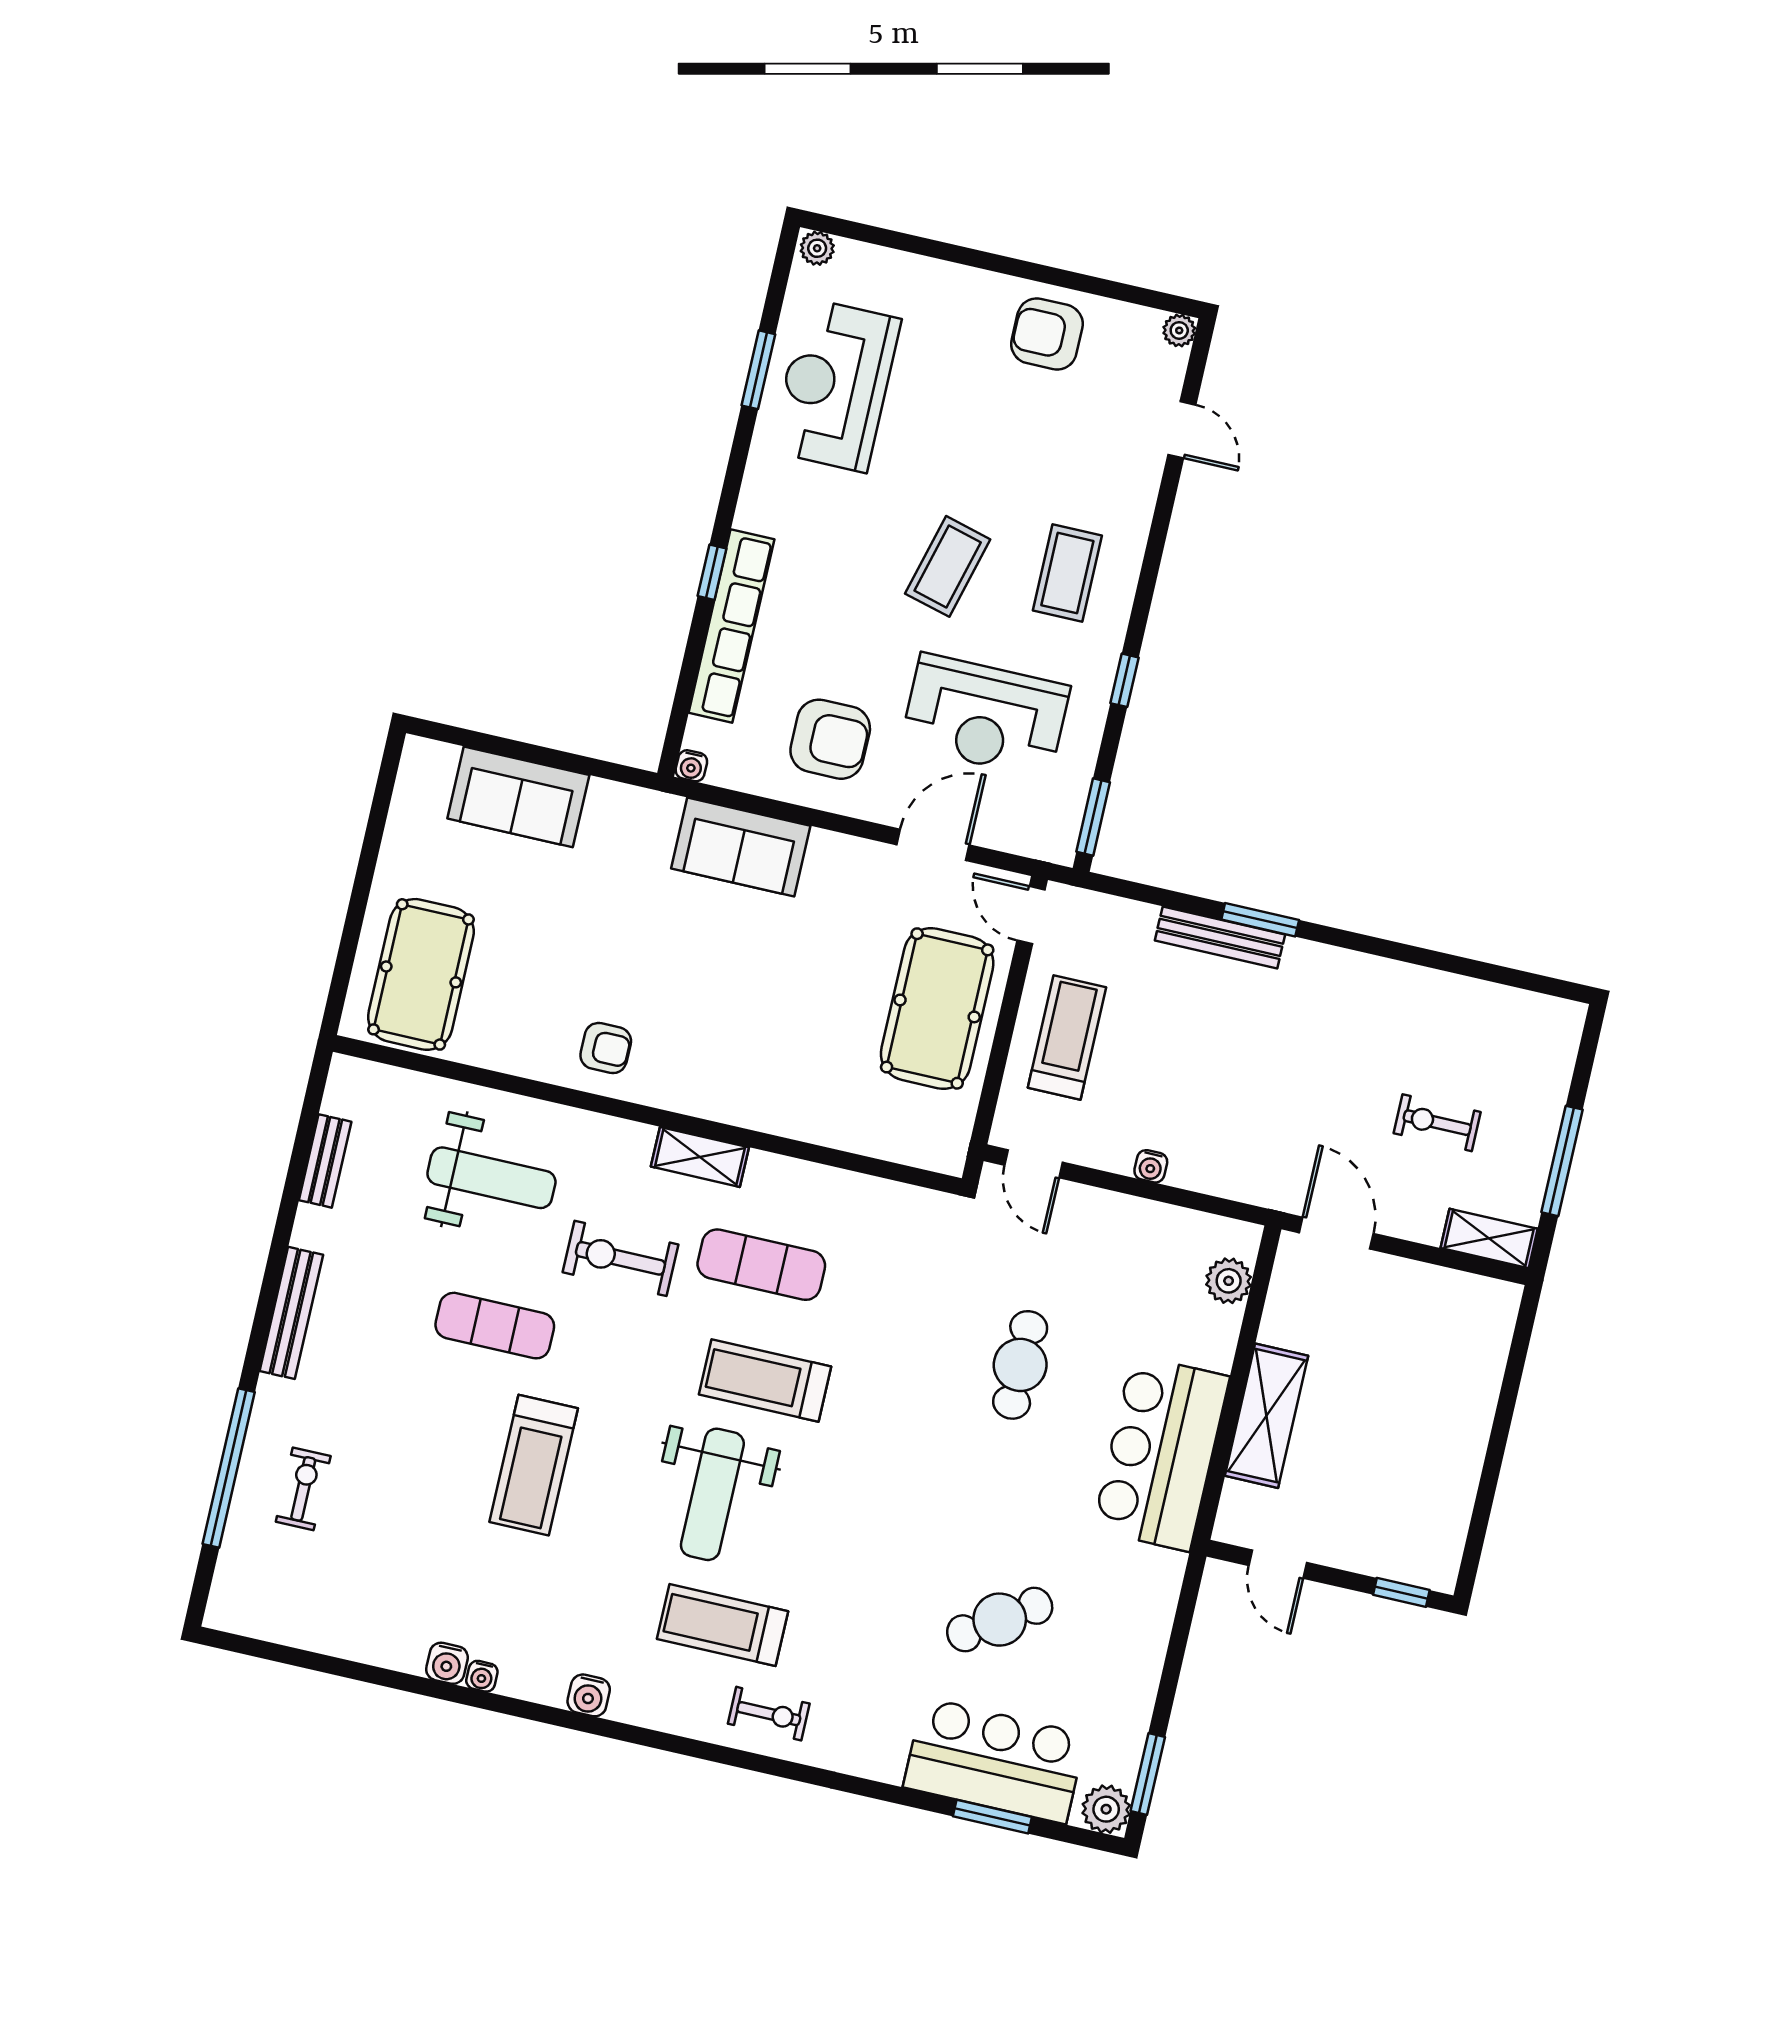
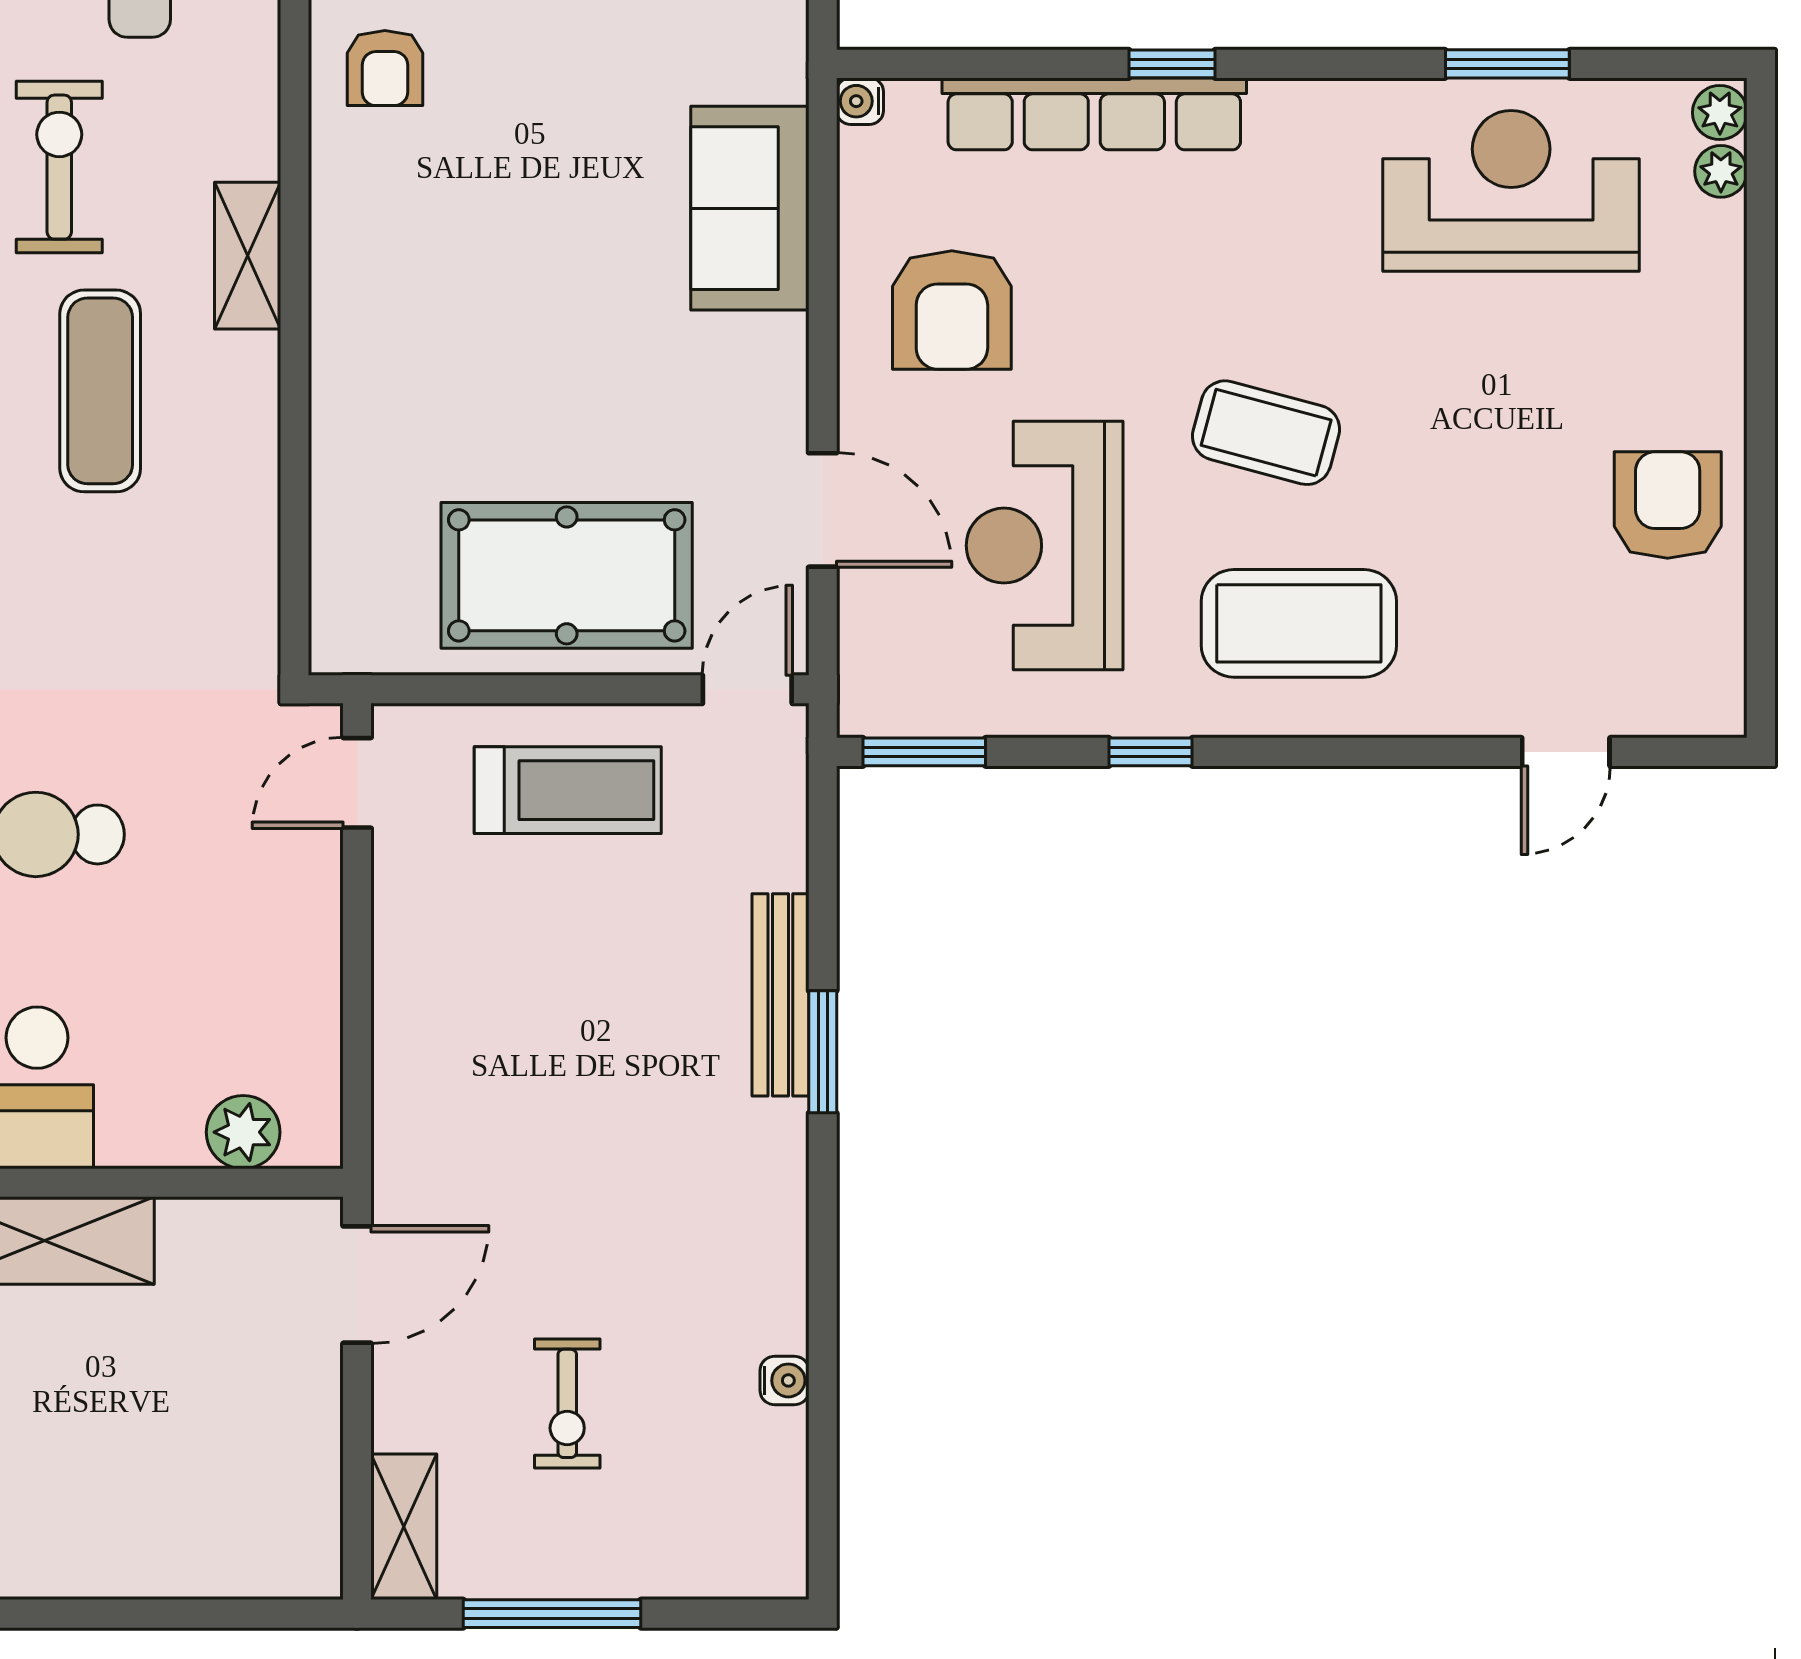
plant: (1179, 330) -> (1721, 171), moved
coffee table: (1067, 573) -> (1299, 623), width x1.36, depth x1.32
exercise bike: (1437, 1123) -> (567, 1403), turned 180
water cooler: (1151, 1166) -> (784, 1380), moved, turned 180

